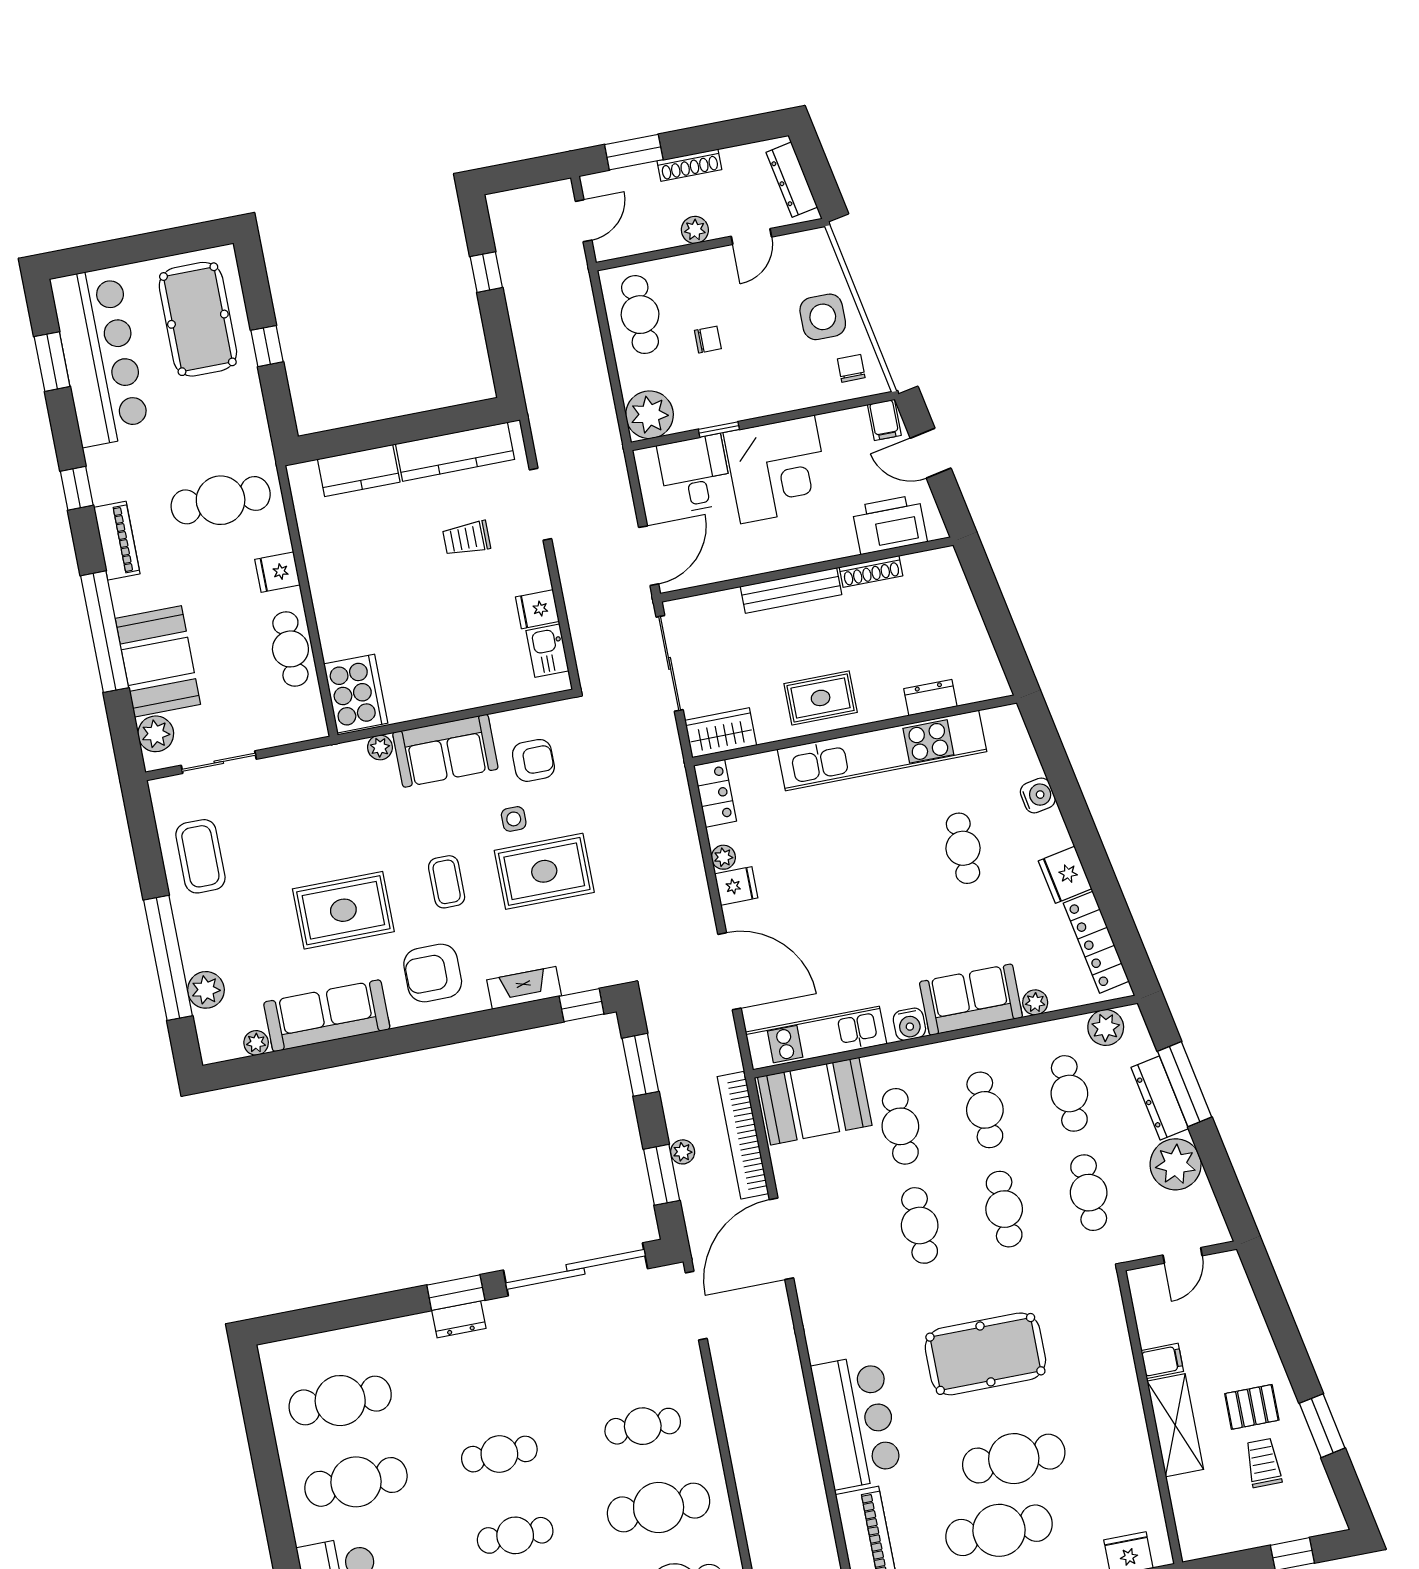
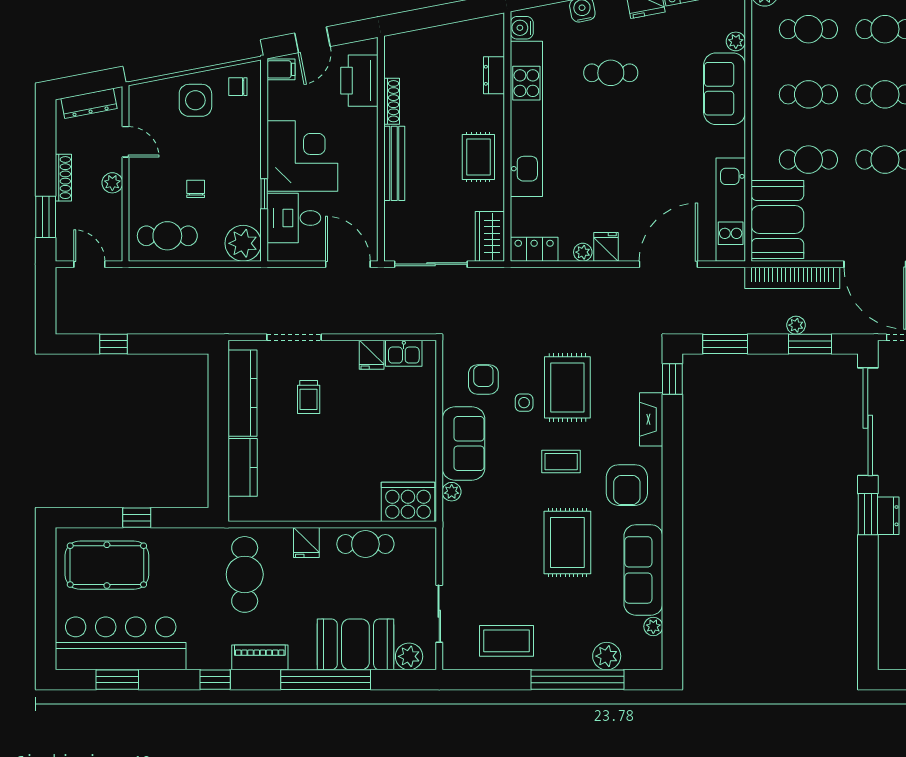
water cooler: (909, 1024) -> (522, 28), moved, turned 180

